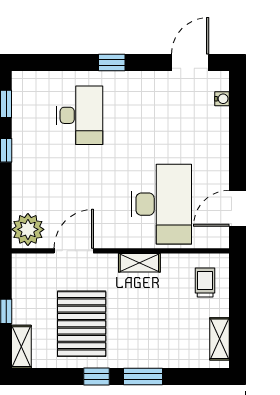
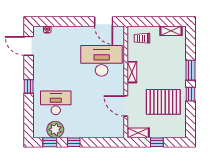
plant: (28, 229) -> (55, 130), moved
shelving: (21, 347) -> (138, 133), moved

